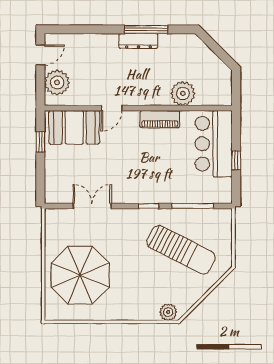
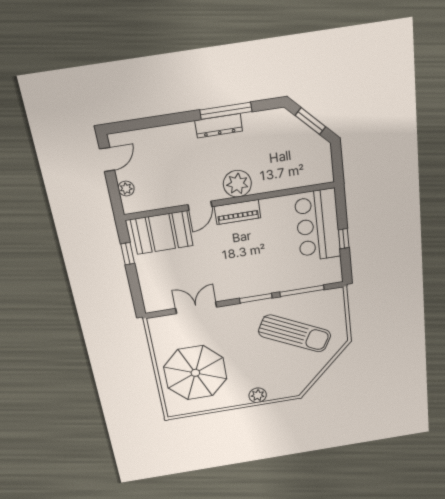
window: (216, 49) -> (310, 121), added
plant: (57, 82) -> (126, 189), width x0.53, depth x0.53
plant: (183, 93) -> (237, 184), moved
piano: (160, 119) -> (238, 212), moved
window: (149, 206) -> (256, 298), width x1.50
plant: (168, 312) -> (258, 395), moved

